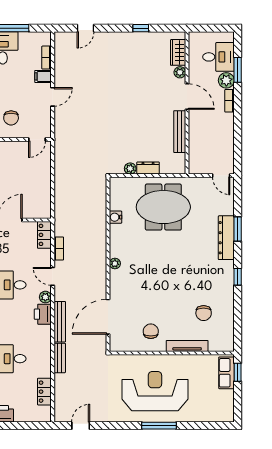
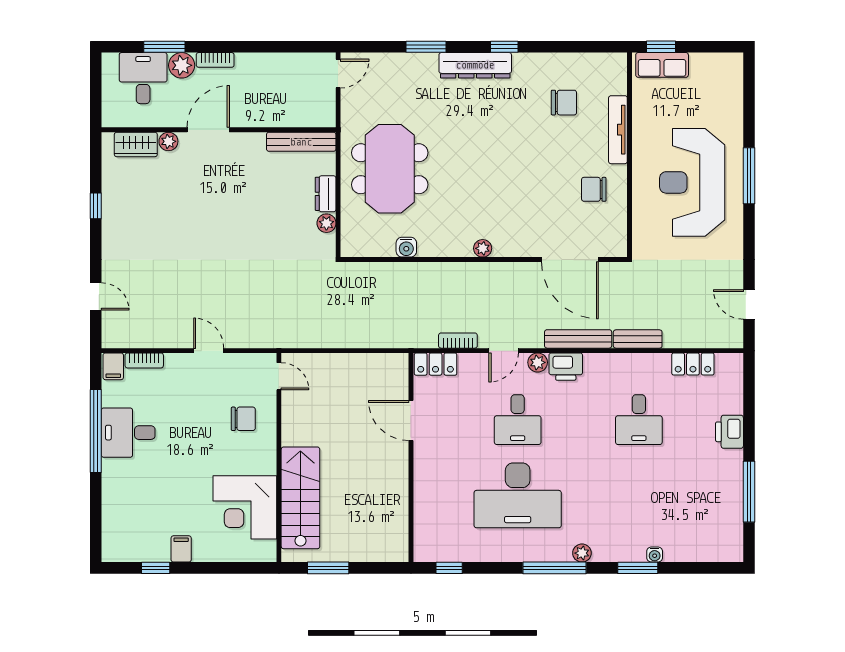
filing cabinet: (43, 76) -> (113, 366), moved
bench: (180, 132) -> (301, 142), moved
dresser: (226, 238) -> (475, 65), moved

